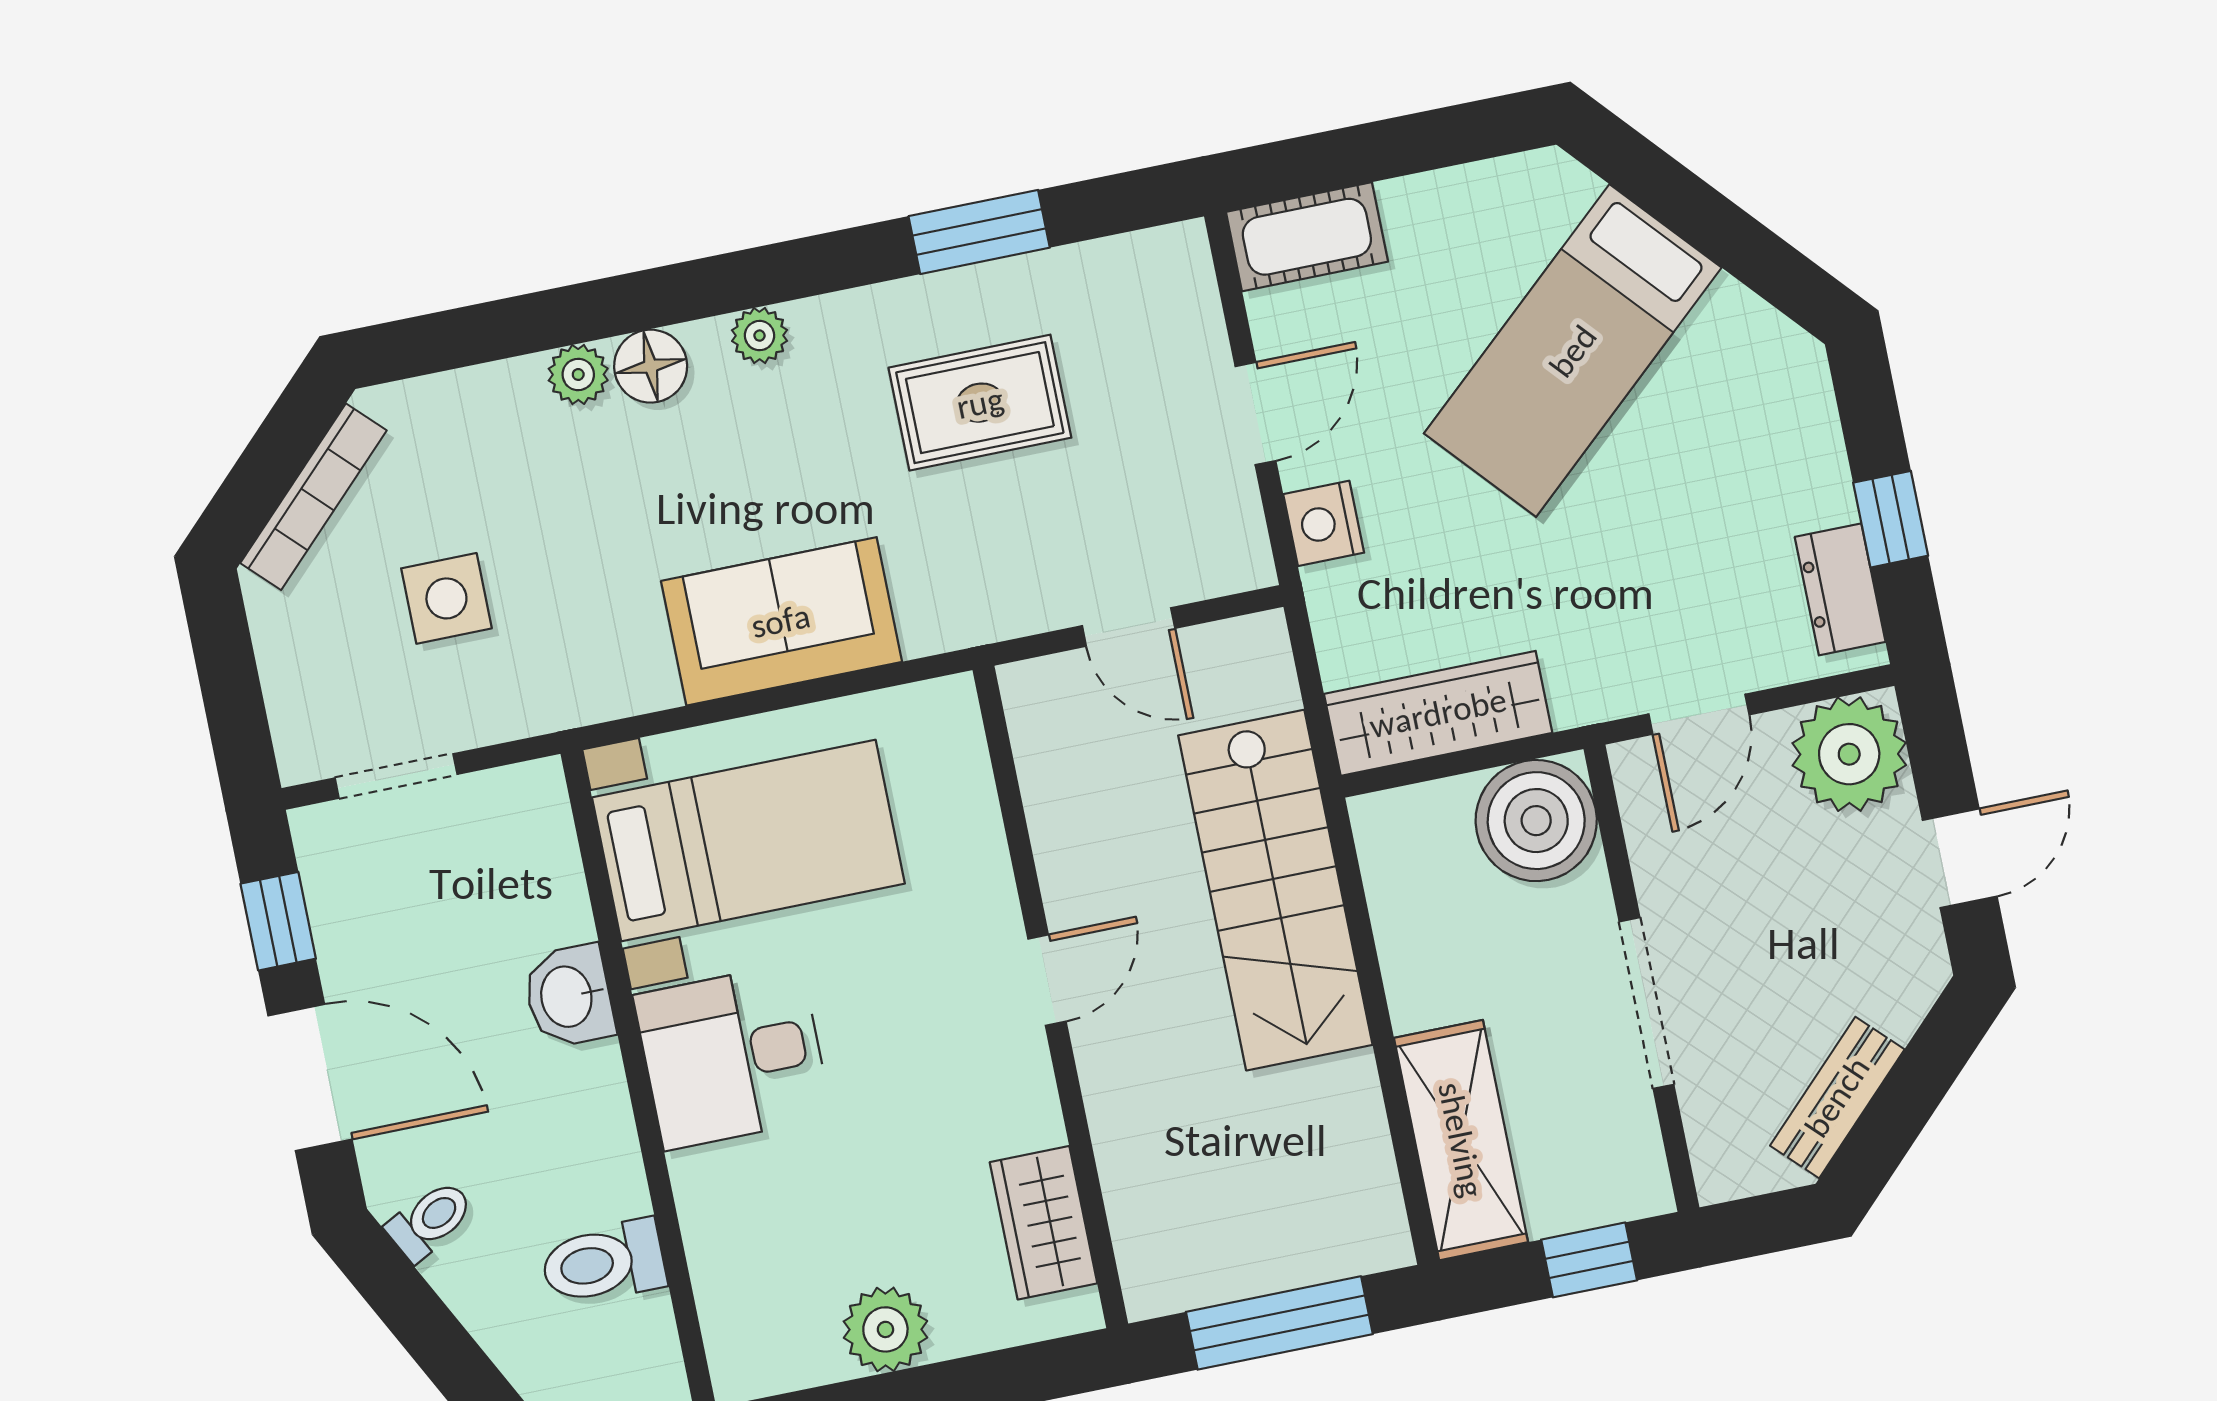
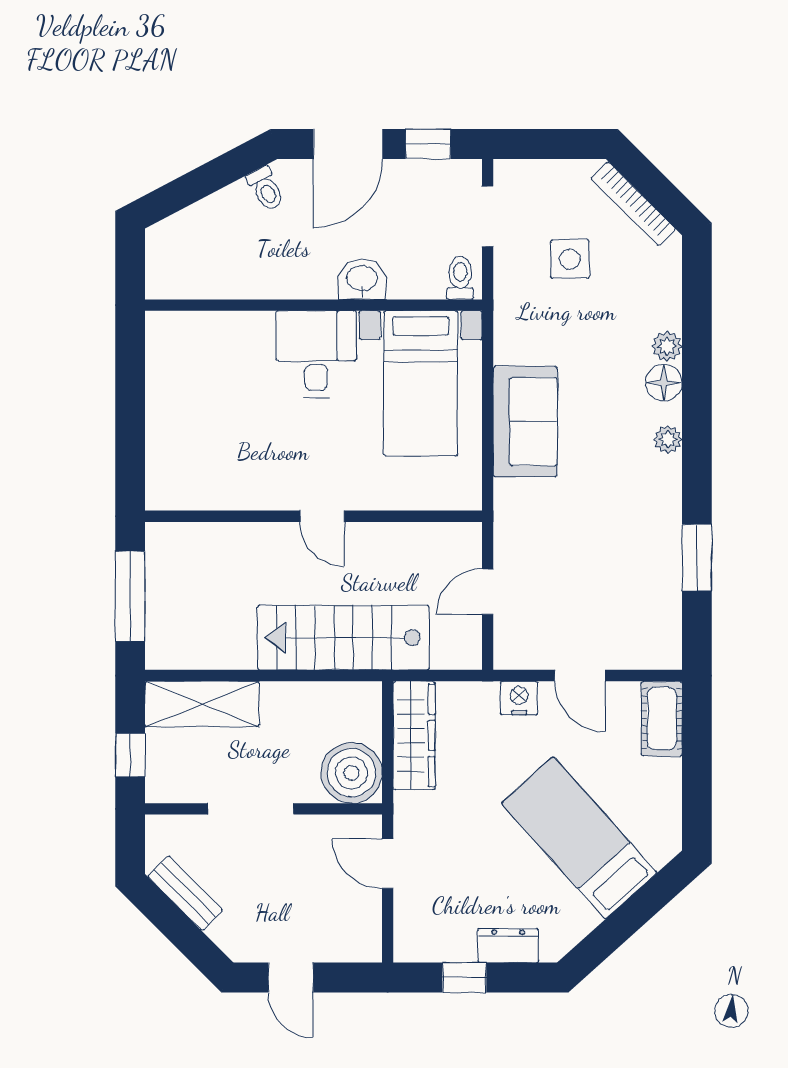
rug: (980, 403) -> (613, 541), removed
dresser: (1840, 589) -> (508, 946), moved
plant: (1849, 754) -> (353, 934), removed
wardrobe: (1044, 1223) -> (203, 490), removed
toilet: (603, 1263) -> (460, 278), moved, width x0.73, depth x0.72
plant: (885, 1329) -> (166, 402), removed

